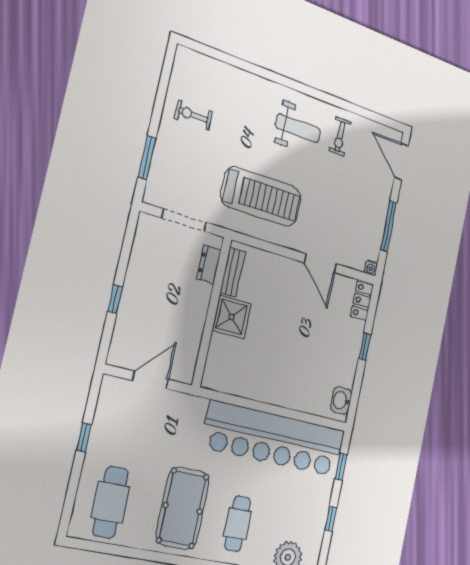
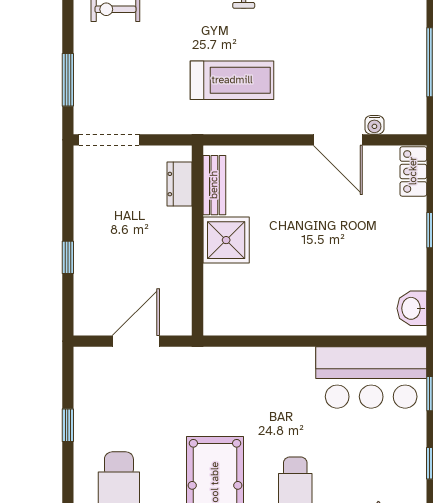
treadmill: (261, 197) -> (232, 80), width x0.73, depth x0.73
doorway: (184, 220) -> (109, 140), moved
water cooler: (371, 268) -> (374, 125), moved
bar counter: (275, 439) -> (371, 378), width x0.54

